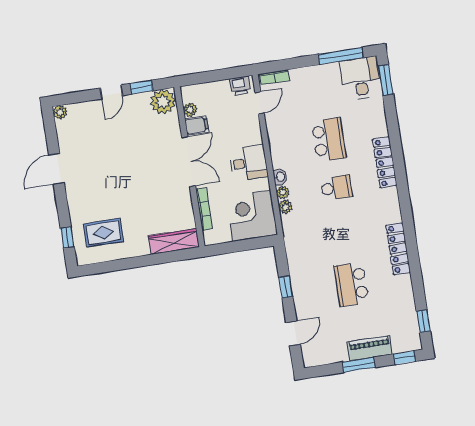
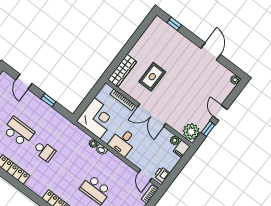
filing cabinet: (197, 125) -> (182, 149), moved
school desk: (336, 188) -> (44, 151), moved, turned -90
plant: (285, 207) -> (85, 138), removed
rug: (104, 233) -> (152, 77), moved

